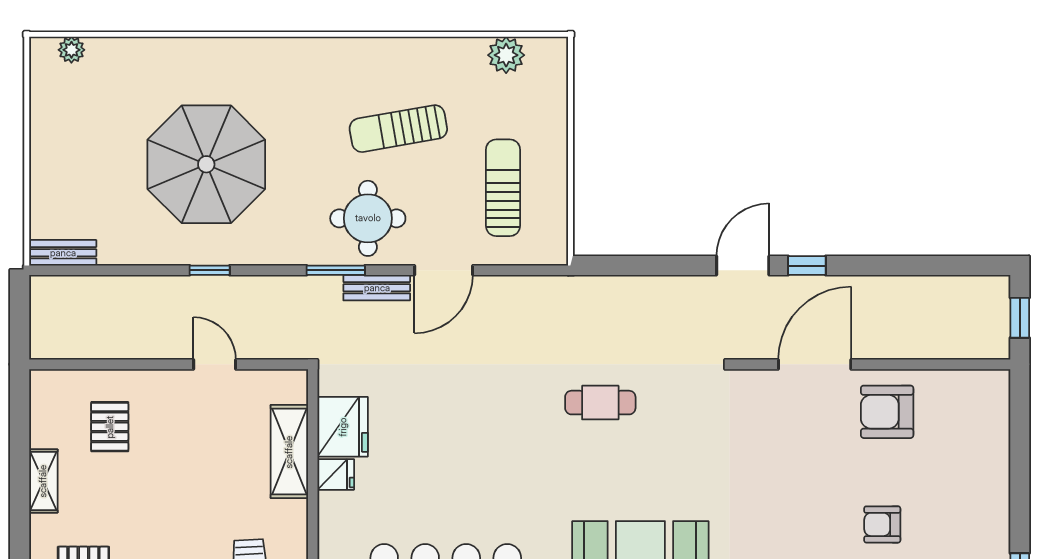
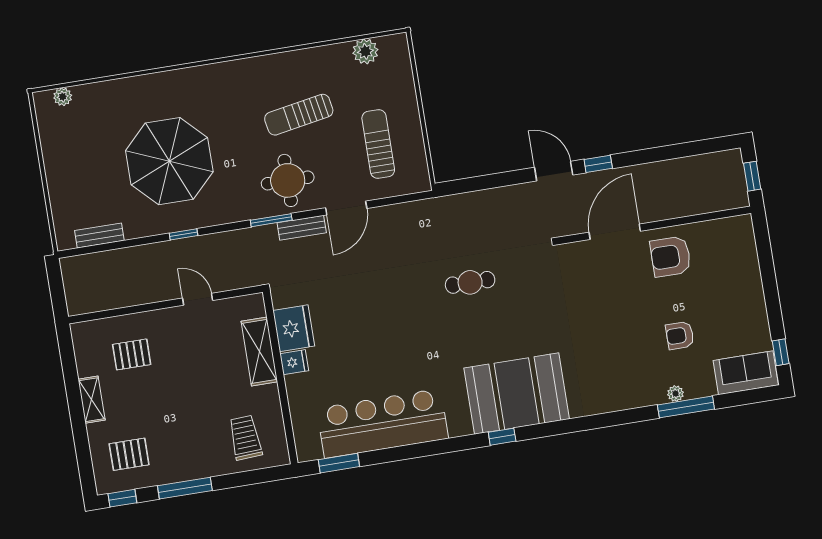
bench: (63, 253) -> (99, 236), moved
door: (743, 266) -> (554, 171), hinge flipped
pallet: (110, 427) -> (132, 354), turned 90

